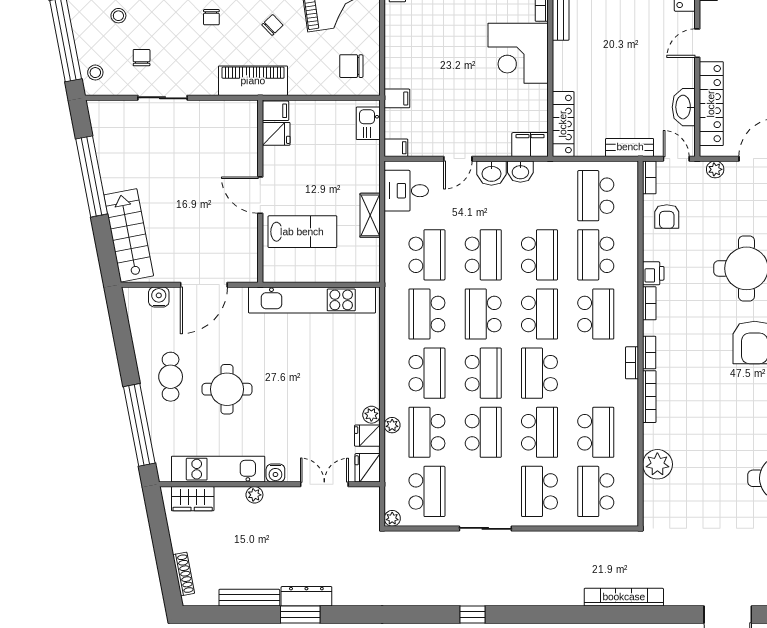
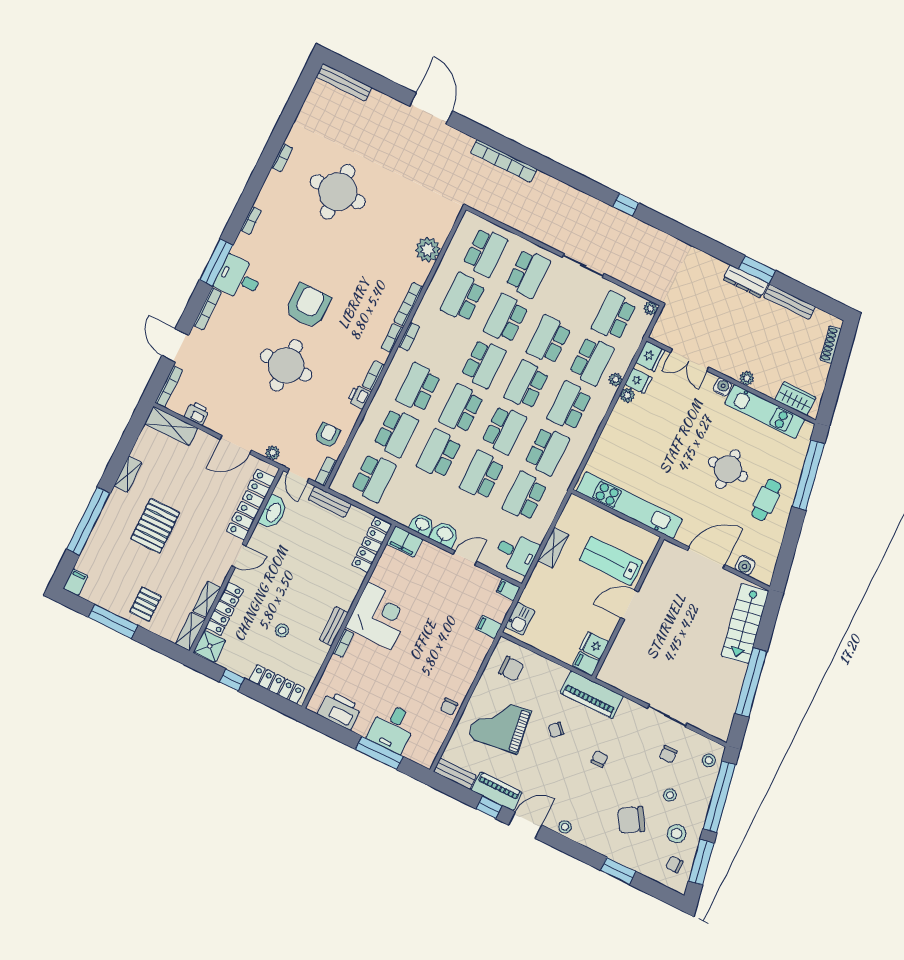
door: (260, 195) -> (629, 605), swing flipped

